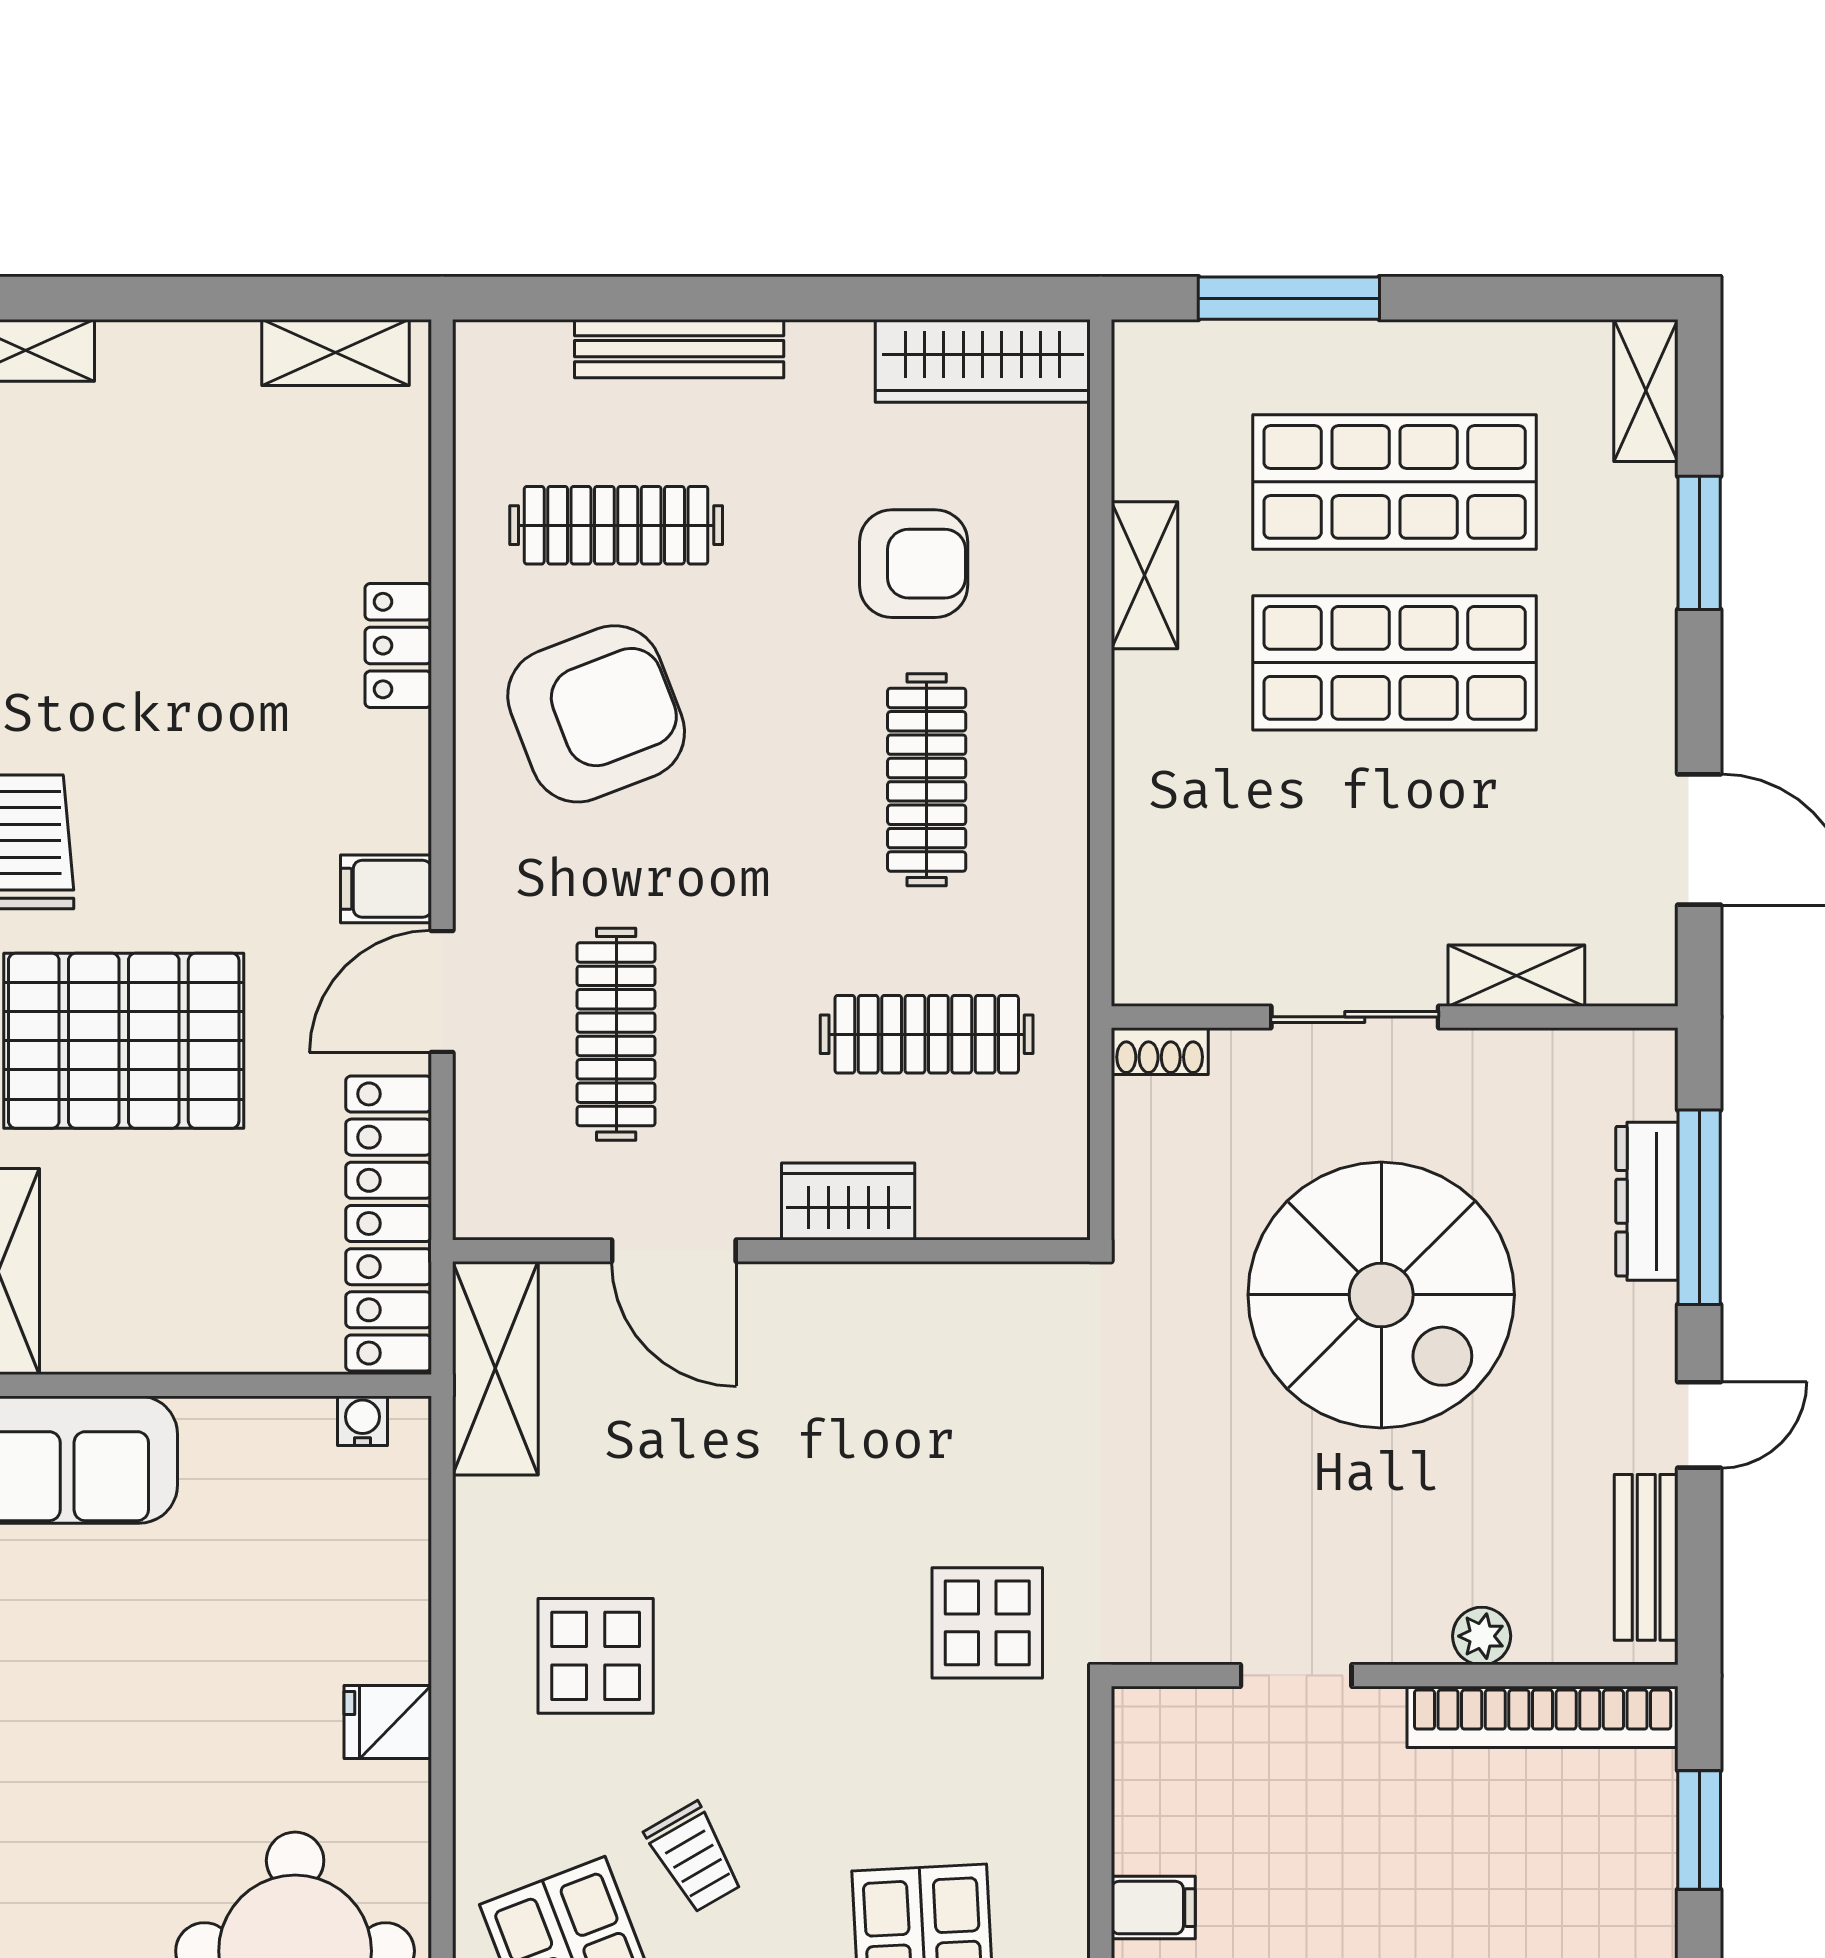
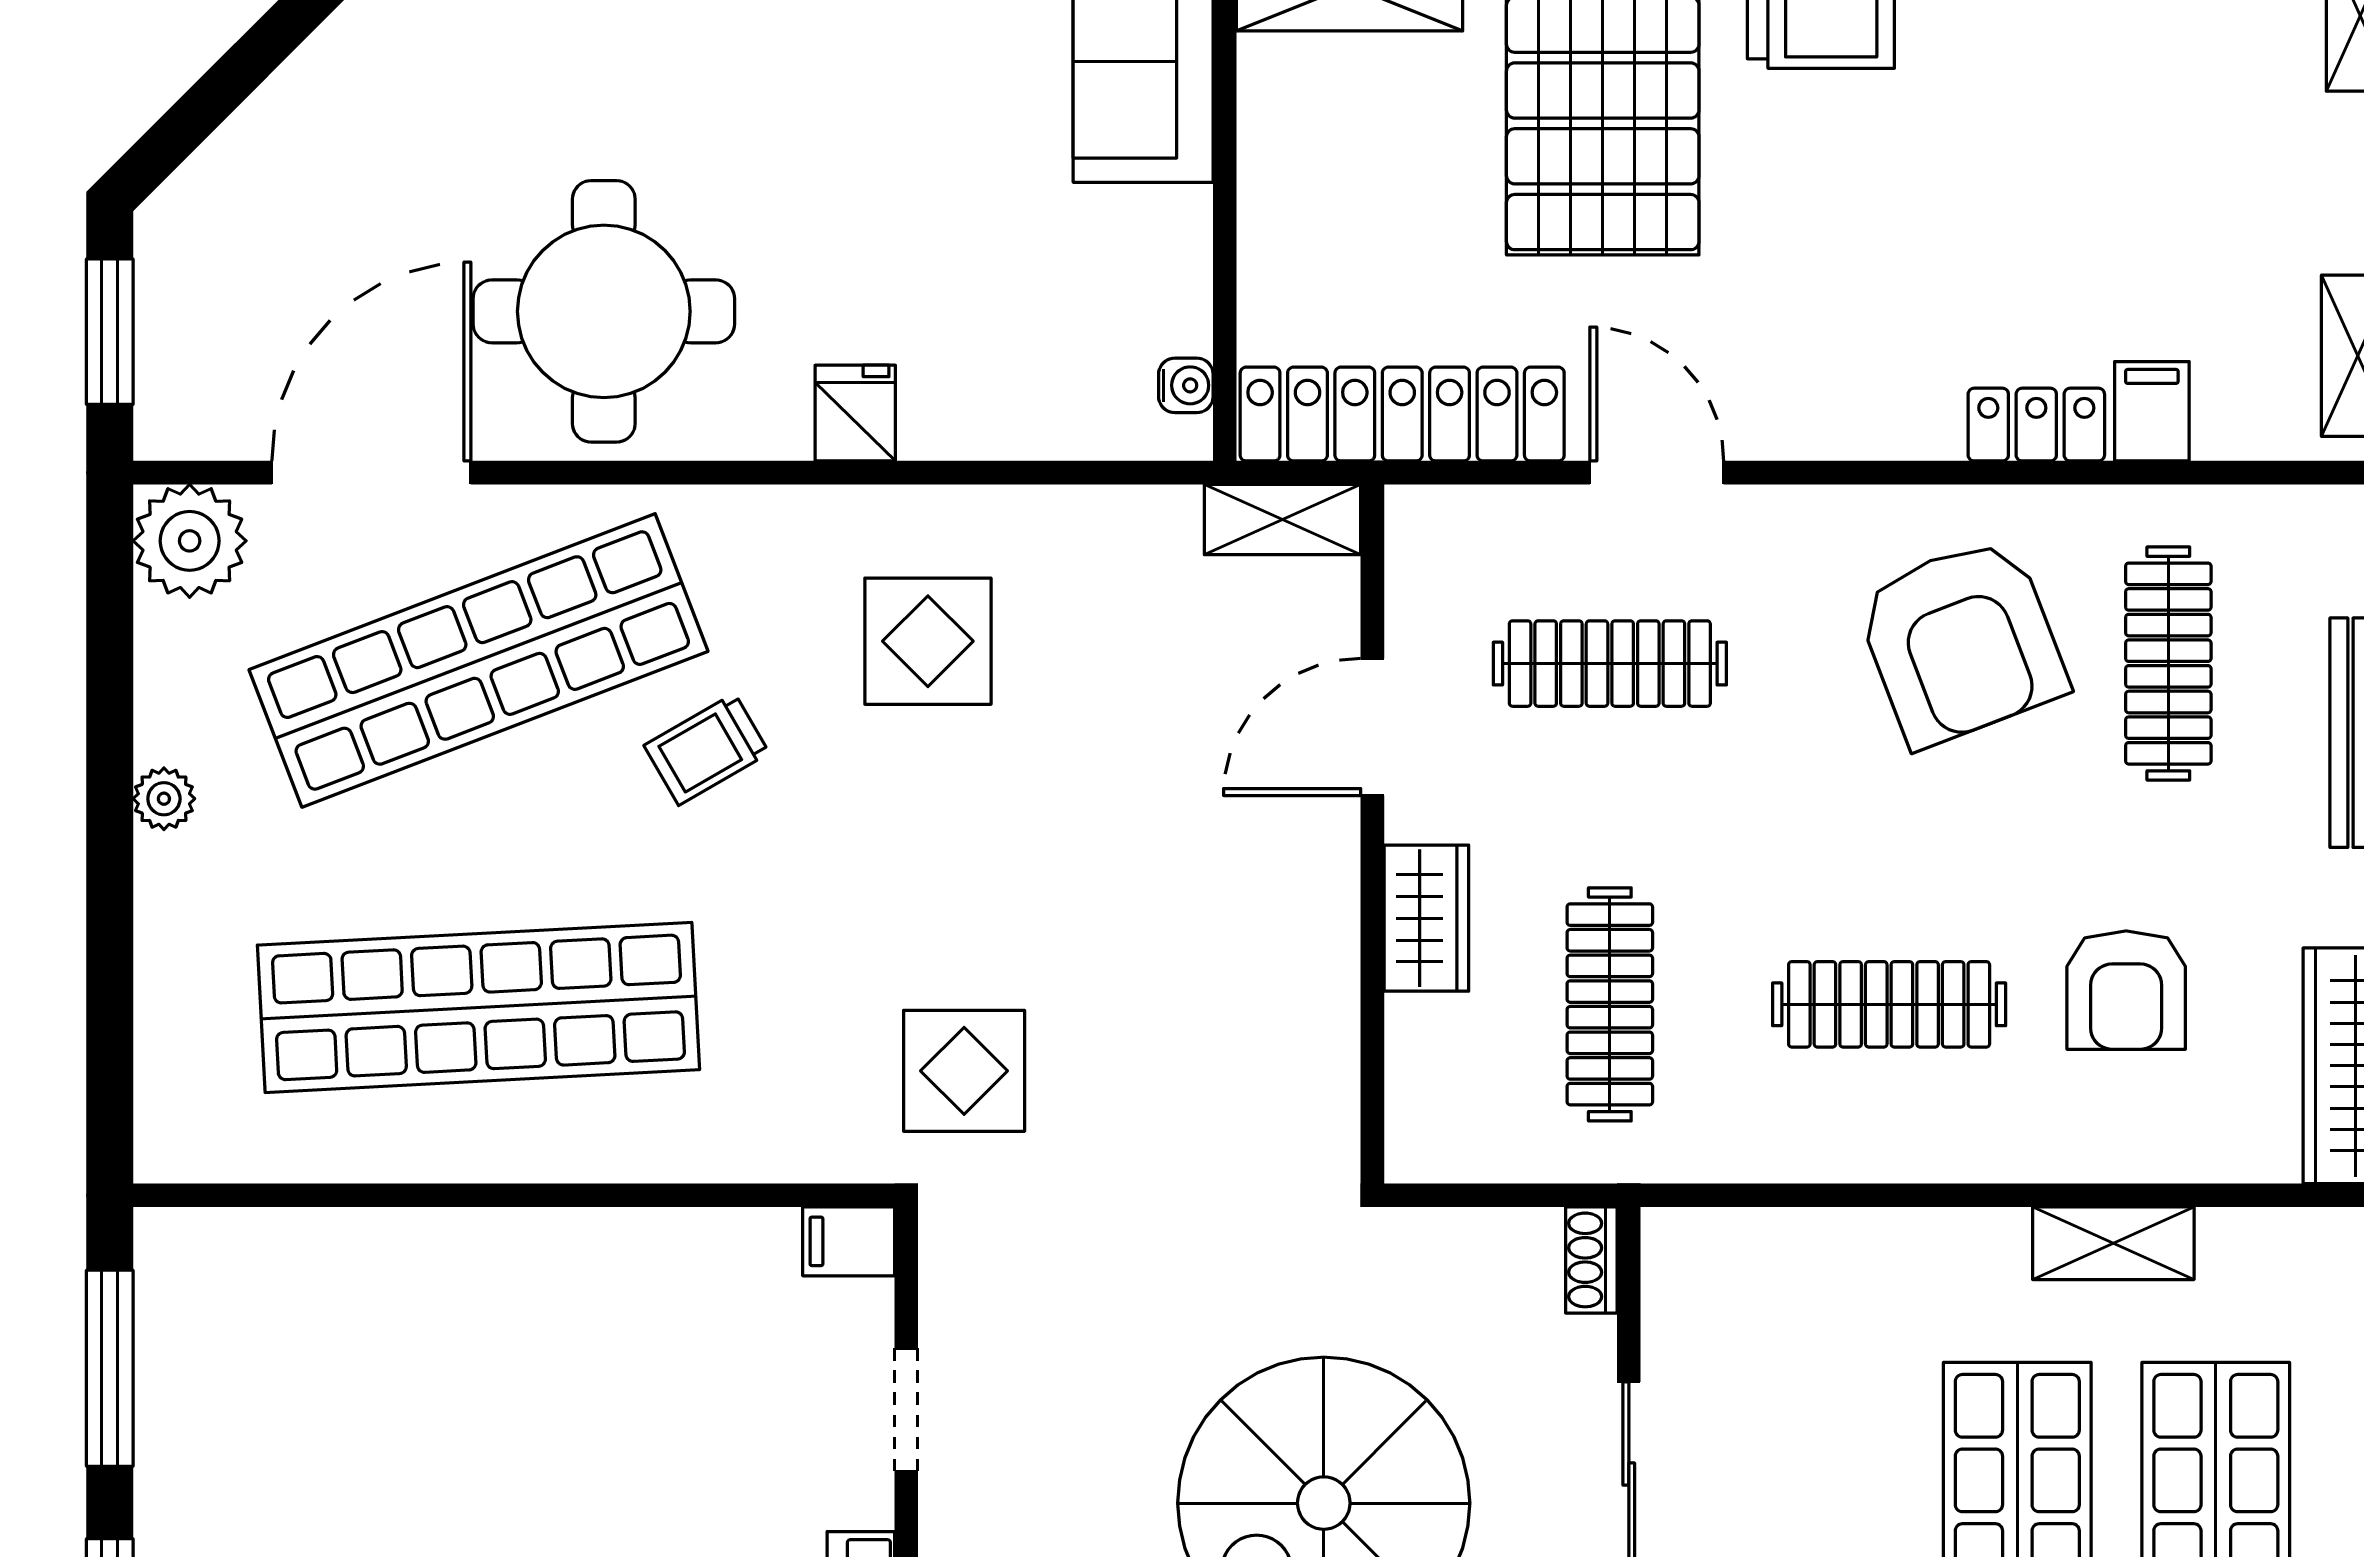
filing cabinet: (386, 889) -> (2152, 411), moved
shelving: (495, 1368) -> (1283, 519), width x0.67, depth x0.75
filing cabinet: (1153, 1908) -> (849, 1241), moved, turned 90

